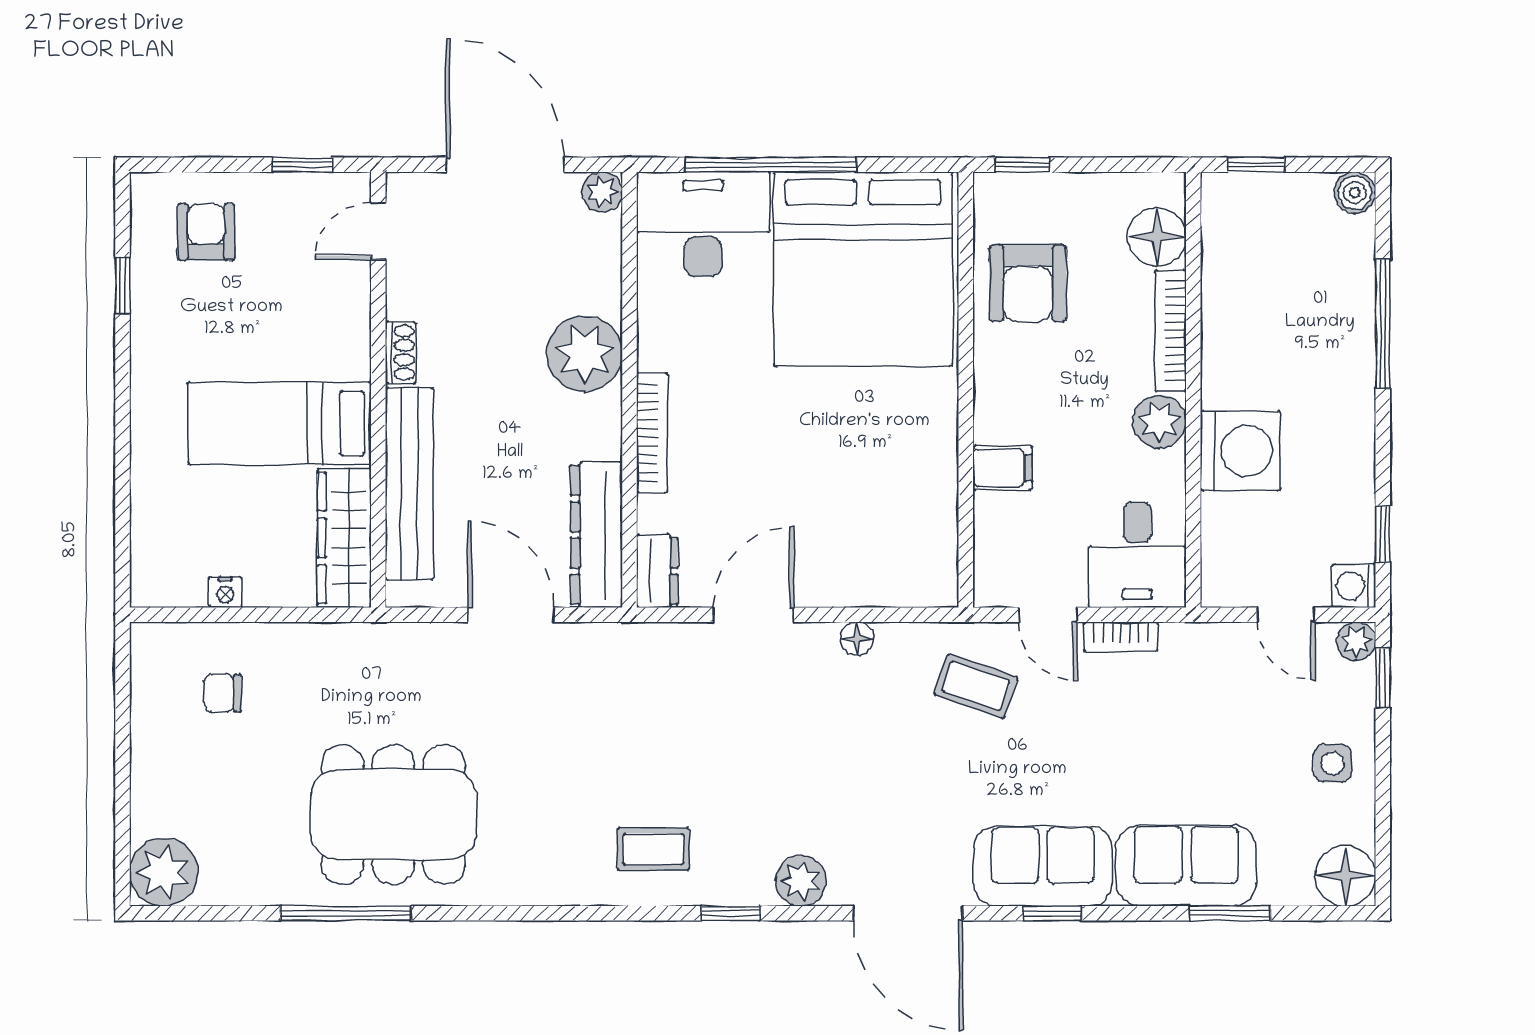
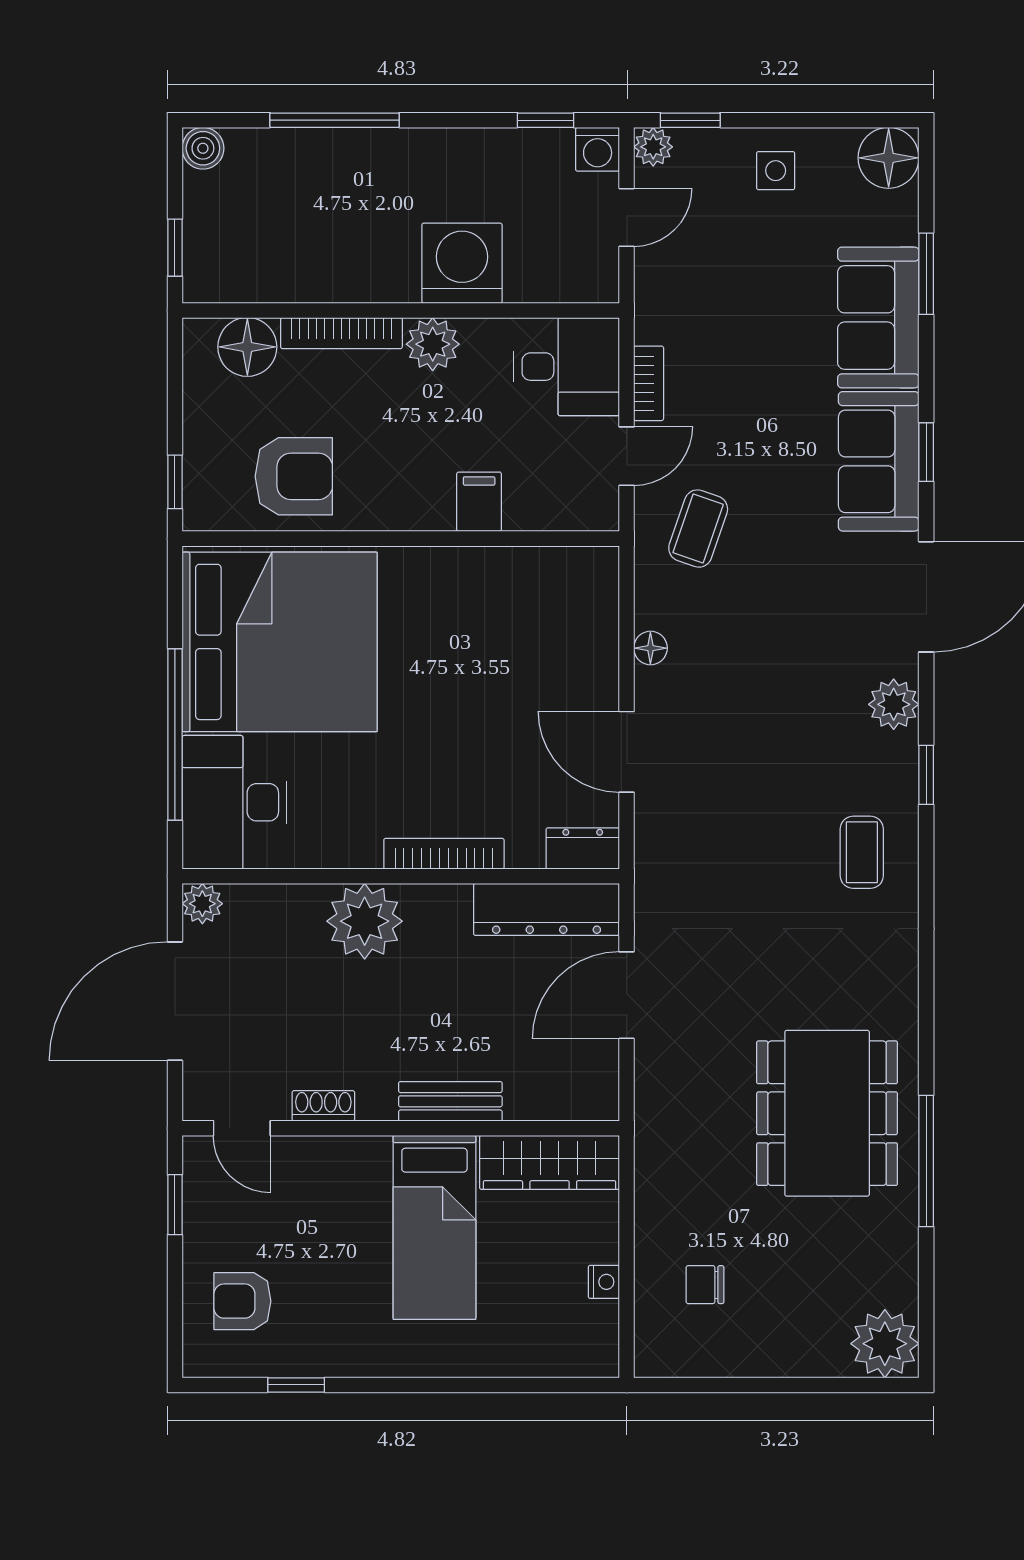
shoe rack: (401, 353) -> (323, 1106), moved
bench: (409, 484) -> (450, 1101), width x0.54, depth x0.82
chair: (222, 693) -> (705, 1285), turned 90

